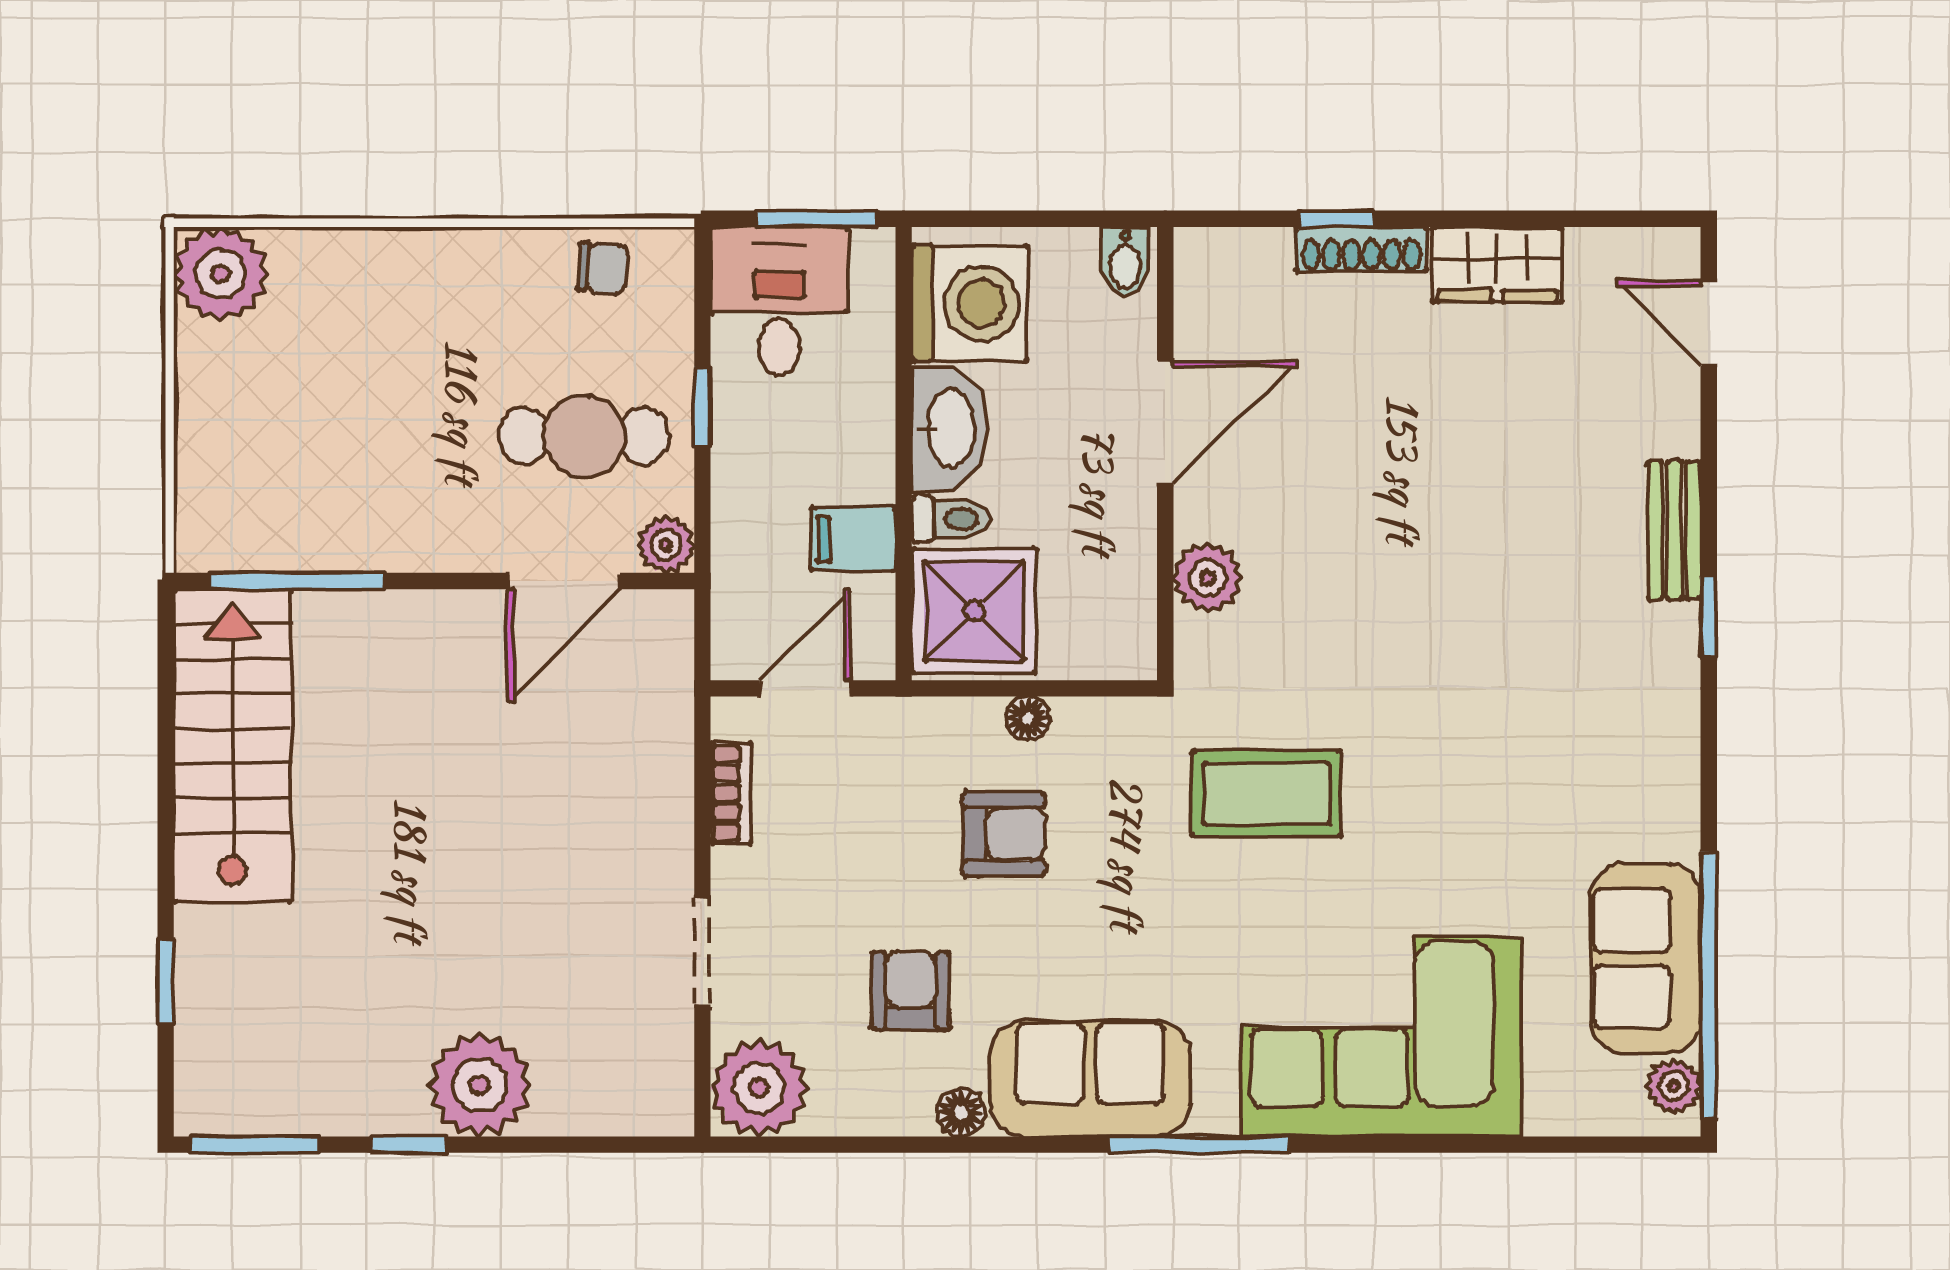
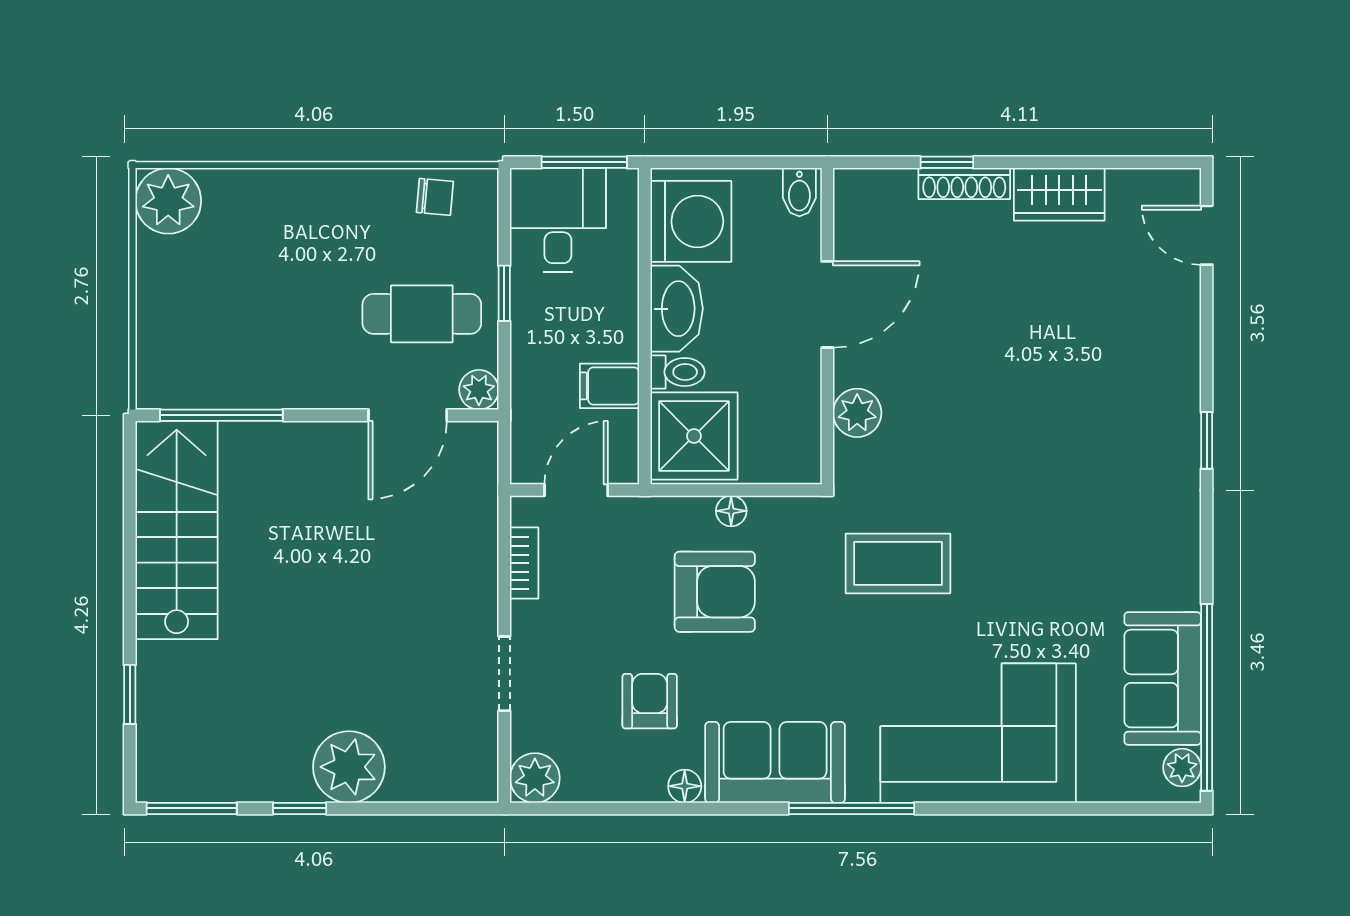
bench: (1674, 530) -> (1183, 380), removed
armchair: (1004, 834) -> (715, 592), width x1.38, depth x1.38
plant: (759, 1088) -> (535, 778), width x0.73, depth x0.73

